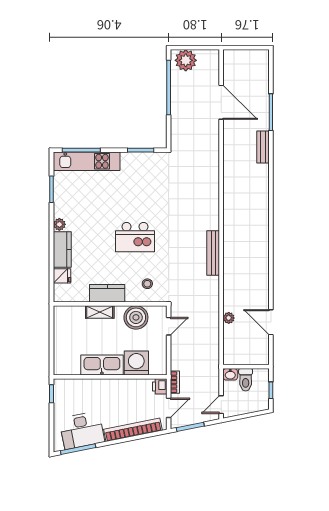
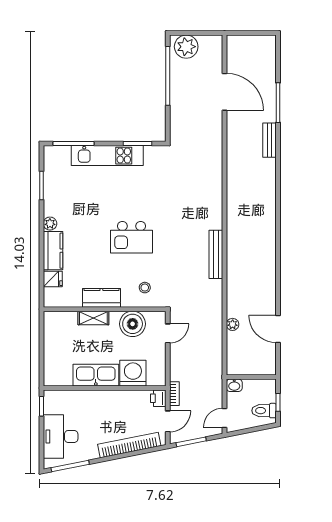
kitchen unit: (87, 161) -> (107, 156), moved
toilet: (246, 380) -> (264, 411), moved, turned 90
desk: (82, 430) -> (61, 436), moved, turned 101

